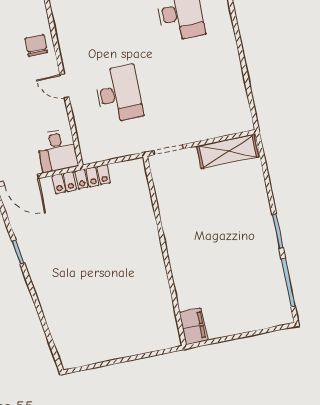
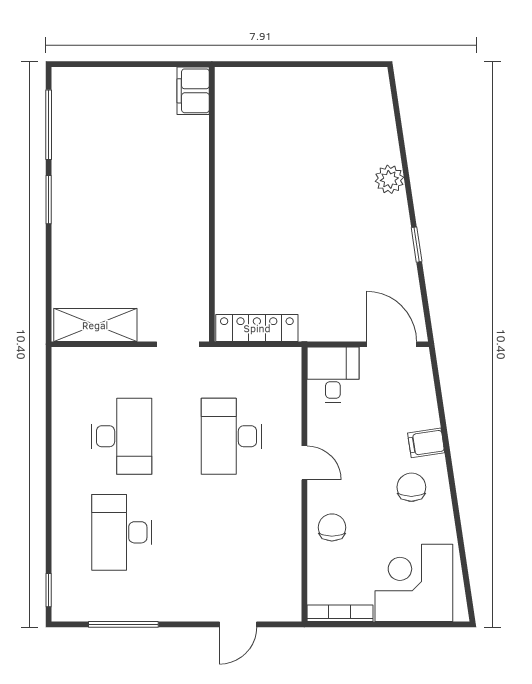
chair: (36, 45) -> (332, 527), turned 180
desk: (194, 78) -> (122, 436), added
locker: (81, 179) -> (257, 328), moved
plant: (46, 293) -> (389, 179), added

